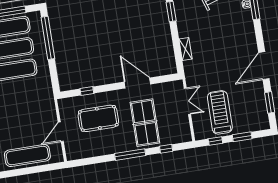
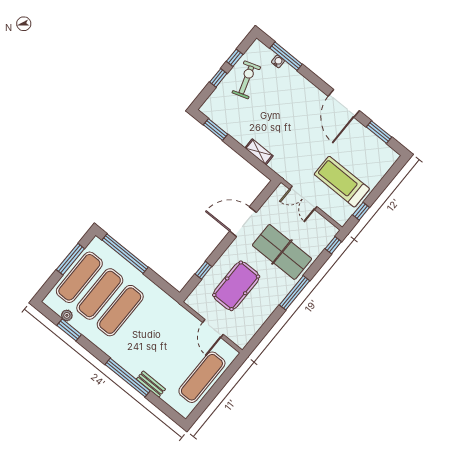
double door: (187, 101) -> (303, 198), swing flipped
window: (242, 137) -> (382, 186), removed
window: (166, 149) -> (333, 245), moved

